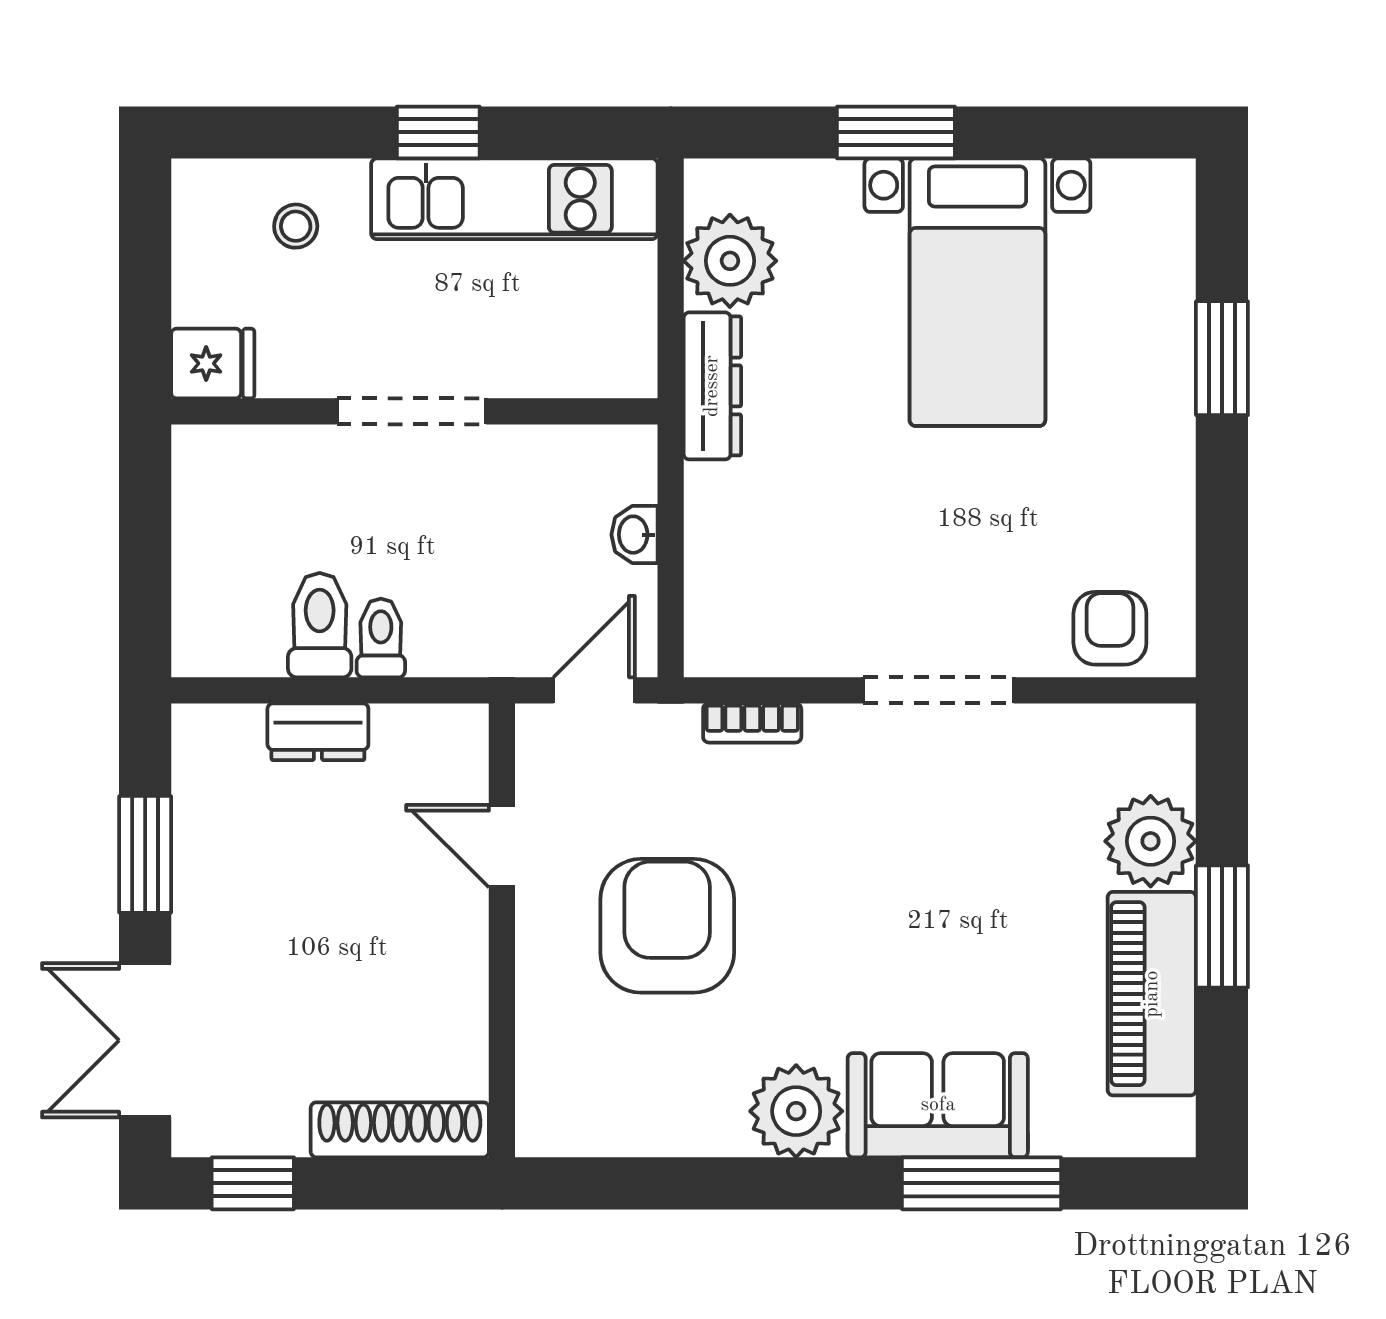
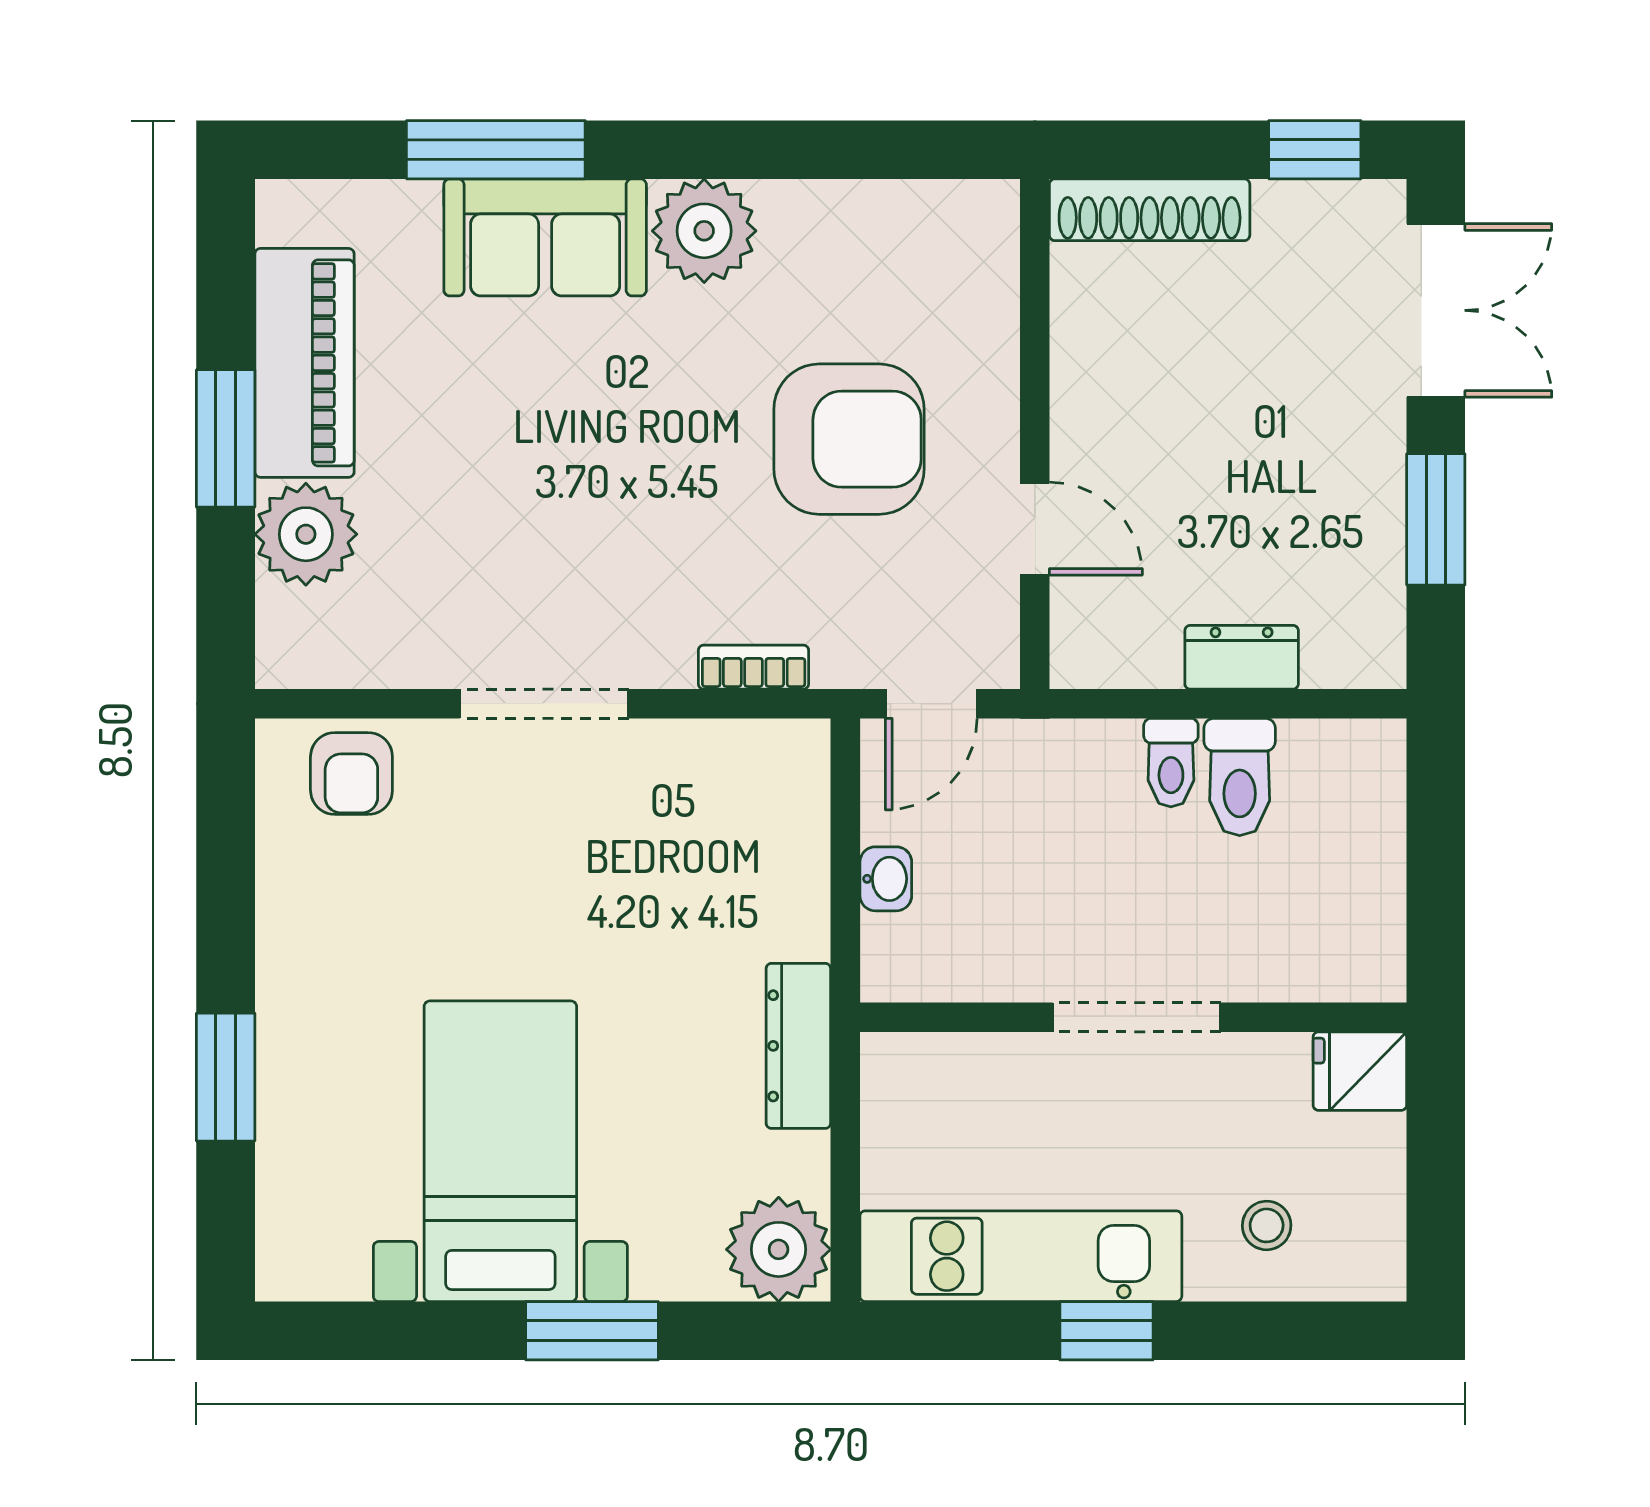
plant: (730, 261) -> (779, 1249), moved
armchair: (667, 926) -> (849, 439), turned -90

